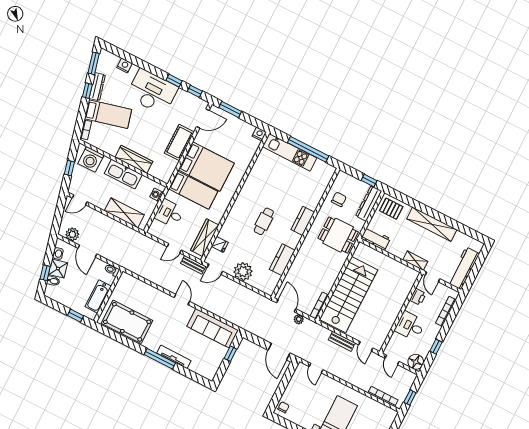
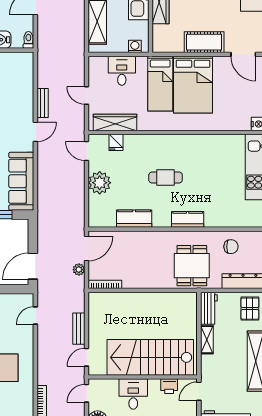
shelving: (415, 261) -> (207, 340), moved
bench: (193, 265) -> (43, 103), moved
stairs: (349, 295) -> (150, 357), moved, turned 180

